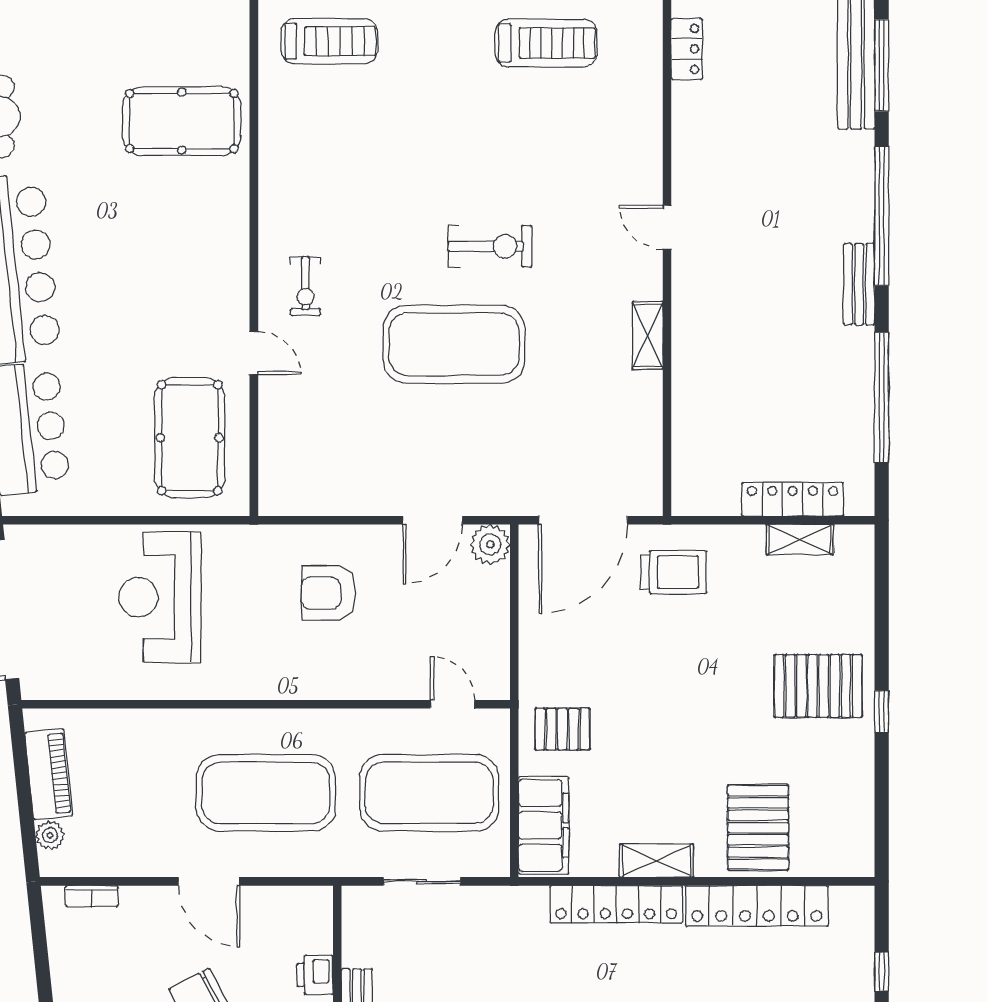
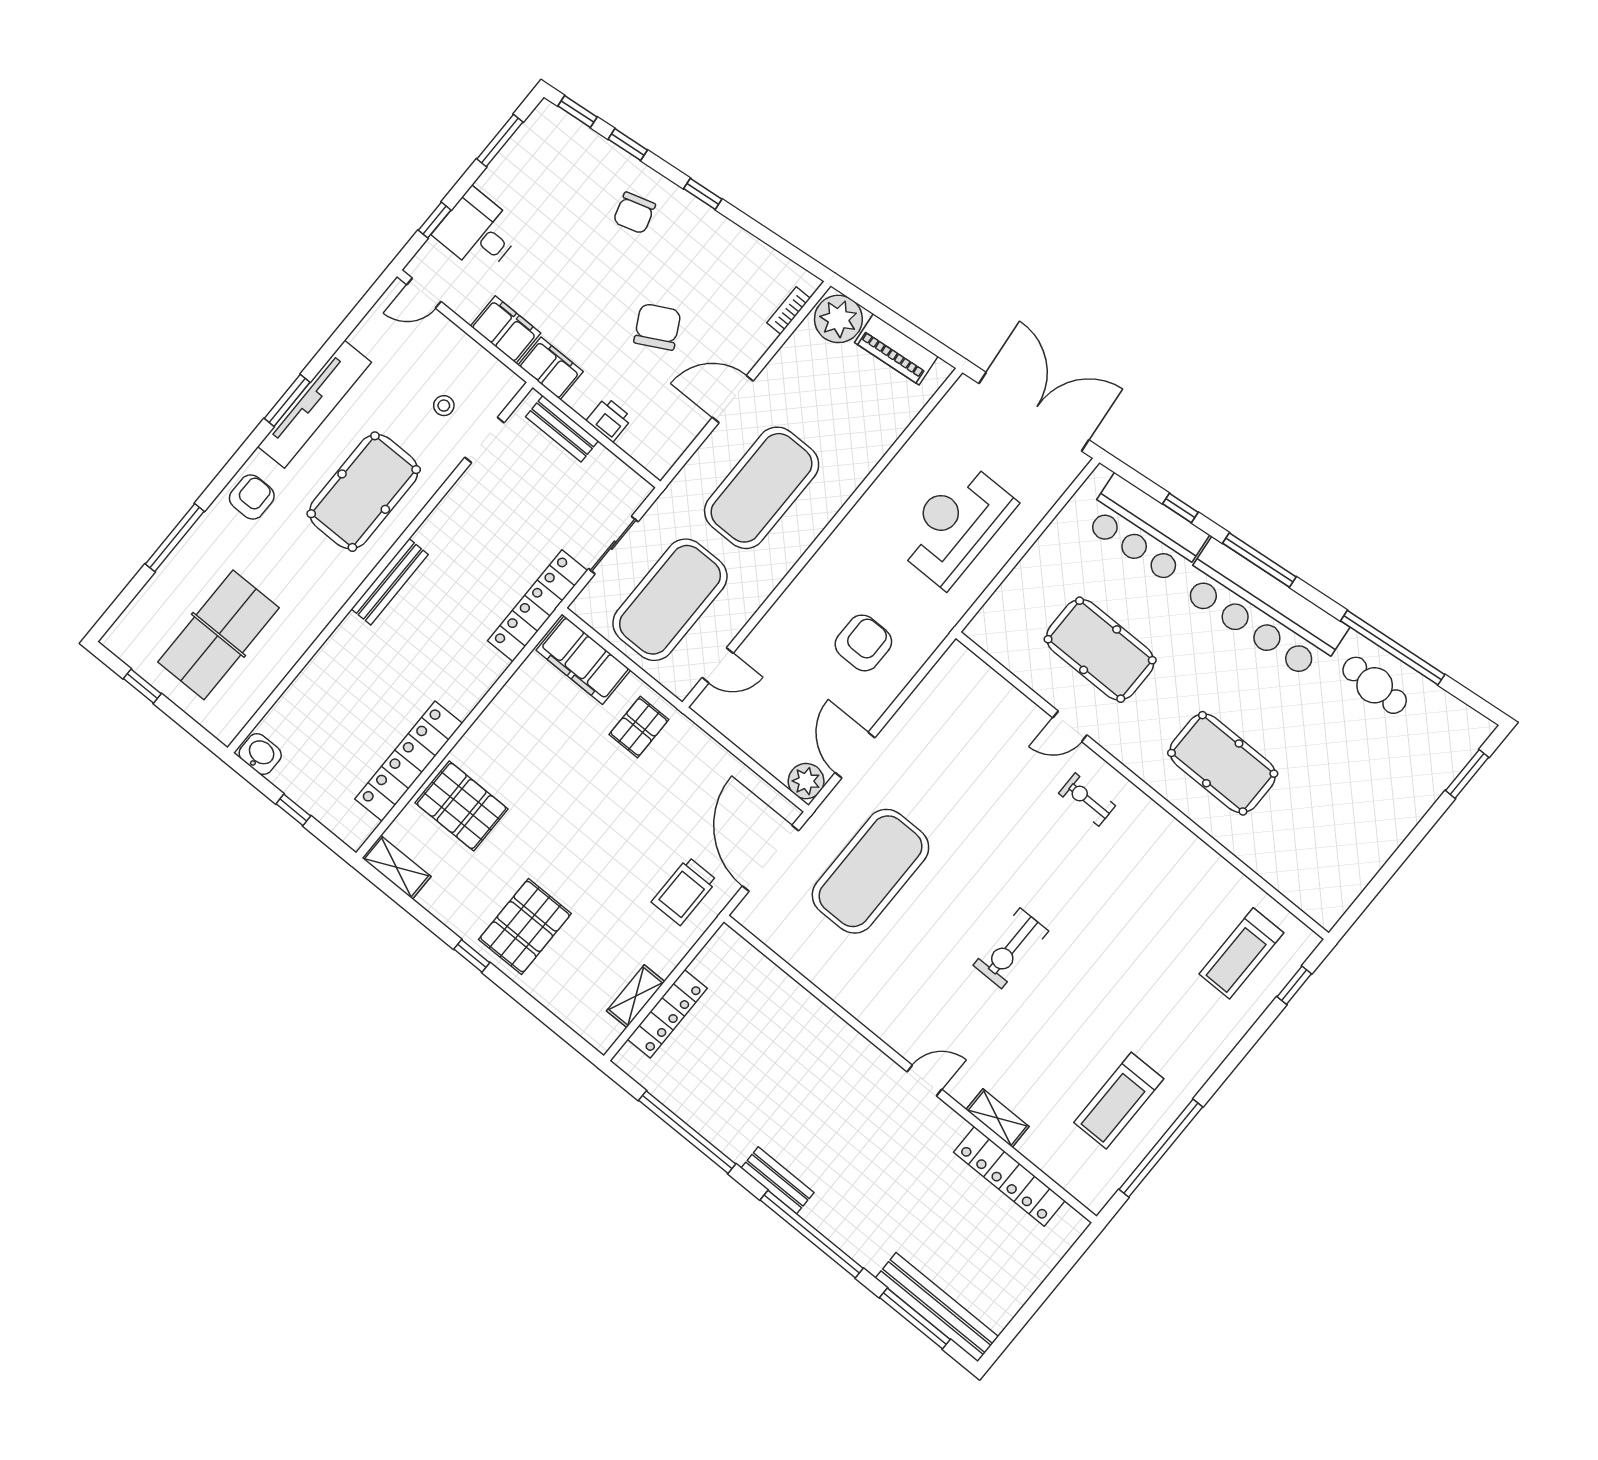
locker: (687, 49) -> (1009, 1176), width x2.16, depth x1.21
pool table: (182, 121) -> (1223, 763), moved, turned 90
shelving: (648, 335) -> (997, 1118), moved
exercise mat: (454, 344) -> (870, 871), moved
pool table: (190, 438) -> (1100, 650), moved
reception desk: (160, 597) -> (955, 525), turned -90
plant: (50, 835) -> (838, 319), width x1.88, depth x1.88
shelving: (657, 861) -> (396, 867), moved, turned 90
locker: (616, 904) -> (537, 606), moved

